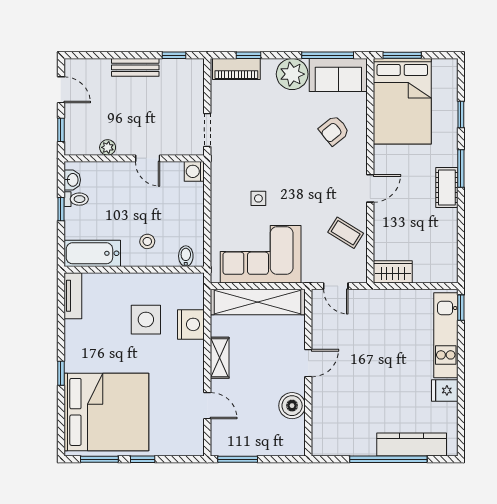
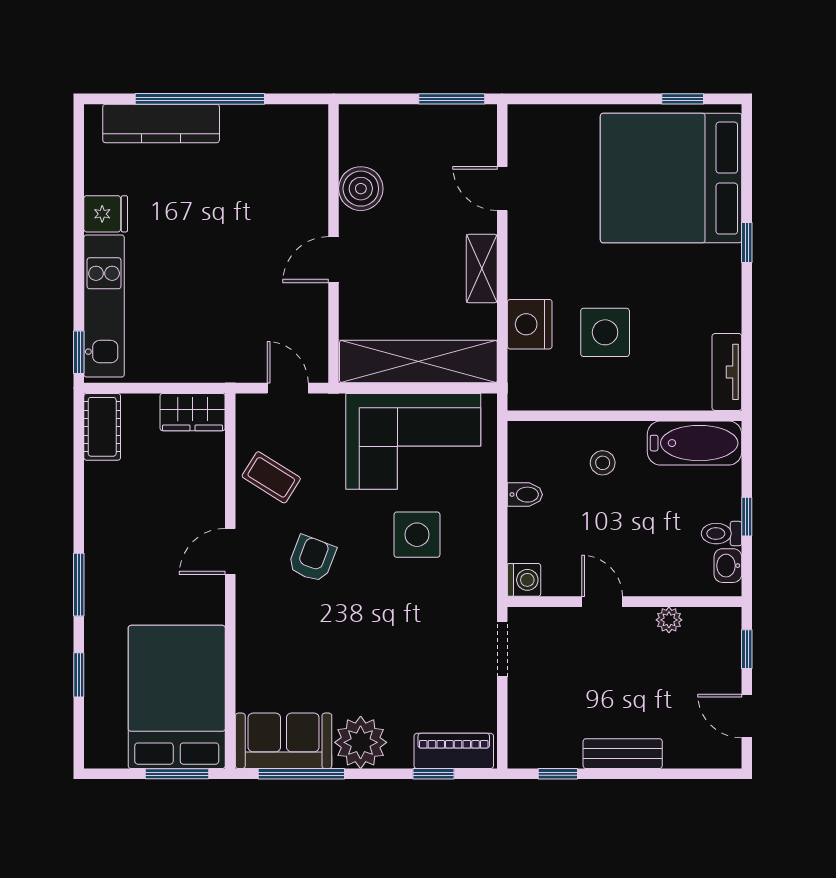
armchair: (334, 130) -> (312, 559), moved, turned -30
cot: (447, 187) -> (102, 427), moved
side table: (258, 198) -> (417, 535), width x1.87, depth x1.87
bidet: (186, 256) -> (525, 495), moved, turned -90
window: (99, 459) -> (683, 99), width x0.67
window: (143, 459) -> (610, 99), removed

